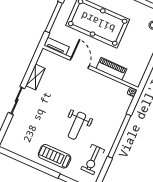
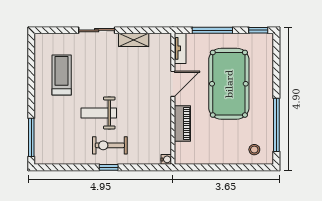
window: (119, 136) -> (109, 167), width x0.32
treadmill: (55, 156) -> (62, 75), moved
exercise bike: (93, 159) -> (110, 145), moved

